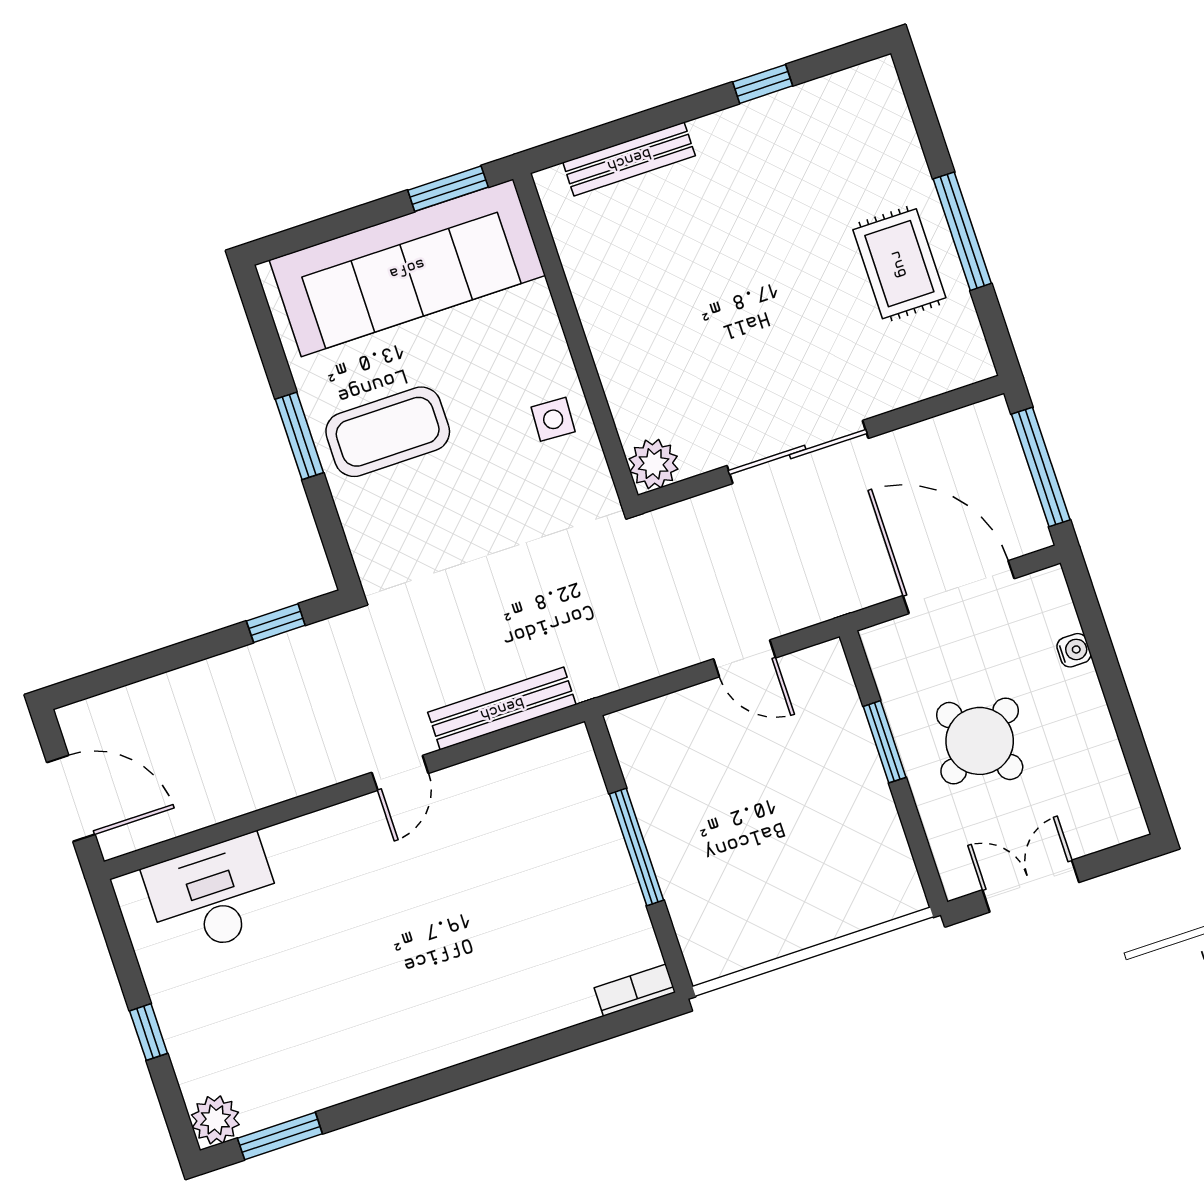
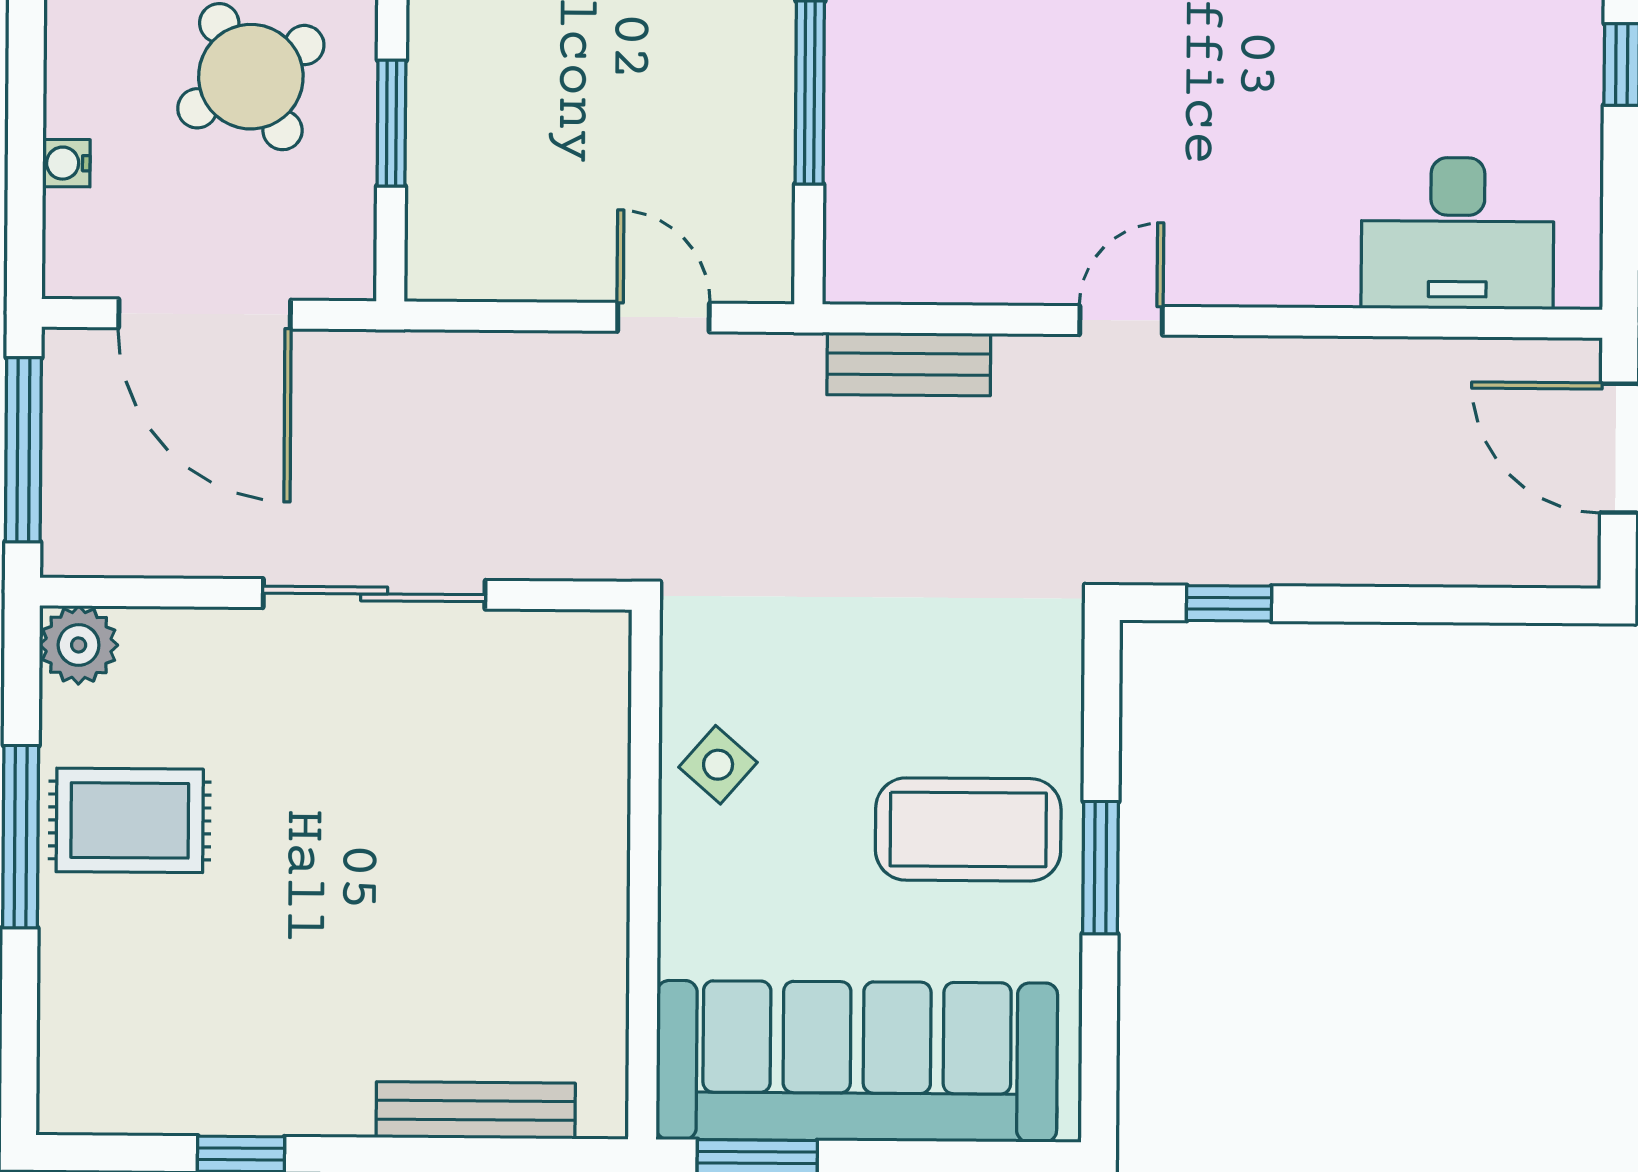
rug: (899, 264) -> (130, 820), turned 90
side table: (553, 419) -> (718, 765), turned 38
plant: (654, 464) -> (79, 645), moved
door: (744, 658) -> (663, 317), moved
bench: (502, 708) -> (909, 364), width x0.73

